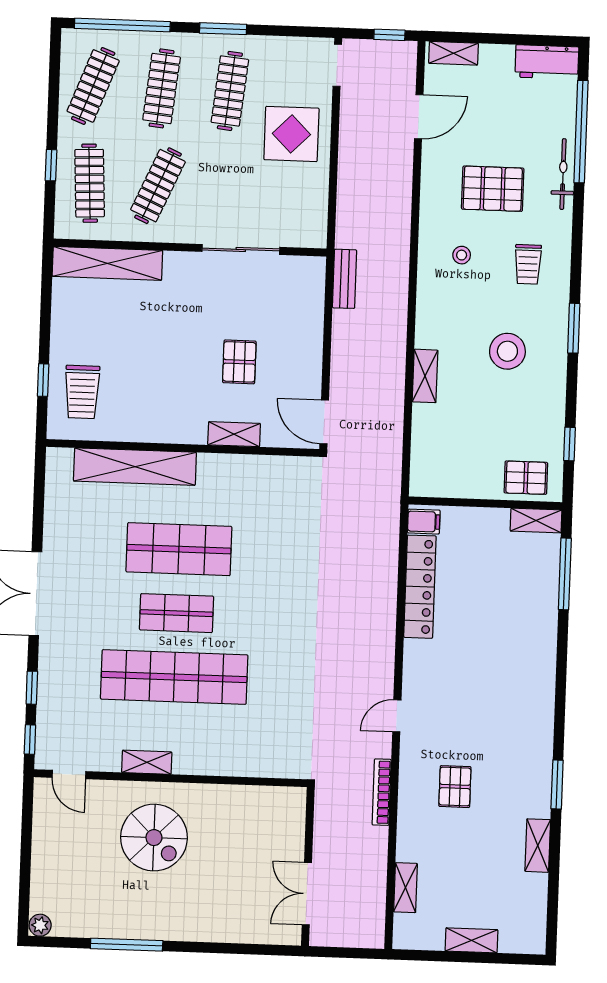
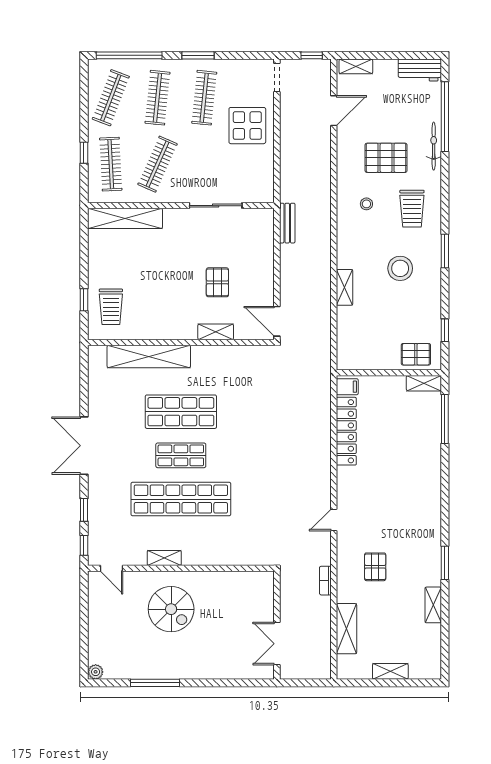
trolley: (528, 264) -> (412, 209), width x1.36, depth x1.39
bookcase: (382, 792) -> (325, 581), width x0.64
shelving: (405, 888) -> (346, 629), width x1.50, depth x1.33

